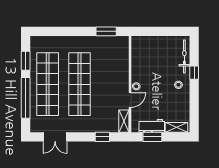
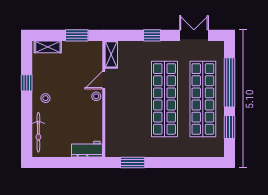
window: (194, 73) -> (27, 83), moved
workbench: (152, 126) -> (87, 149), moved, turned 180
window: (102, 137) -> (152, 35), moved

